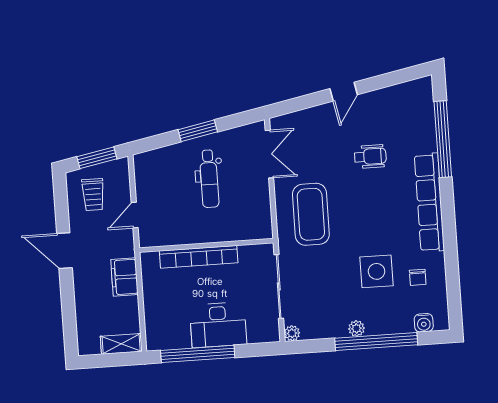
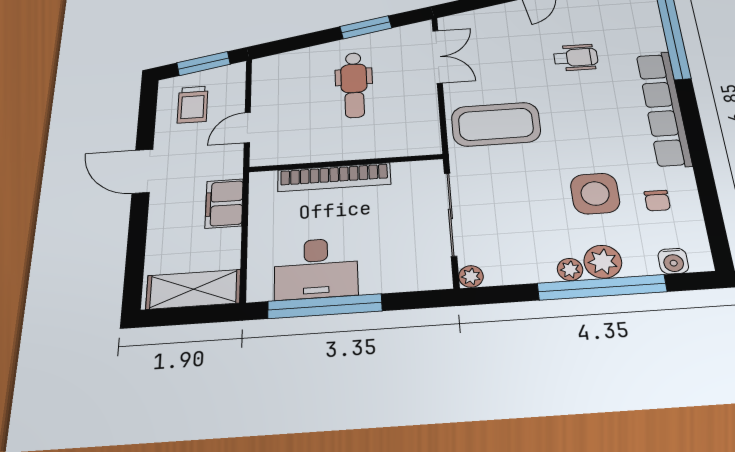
window: (198, 131) -> (366, 27), moved
coffee table: (311, 214) -> (496, 124), turned 90
plant: (378, 323) -> (603, 262), added
desk: (218, 325) -> (316, 268), moved
shelving: (121, 344) -> (193, 289), width x1.50, depth x1.33

